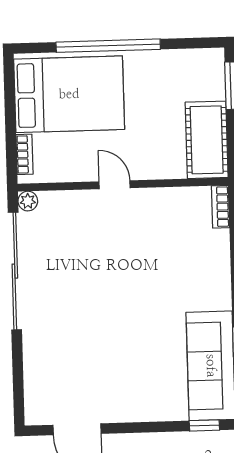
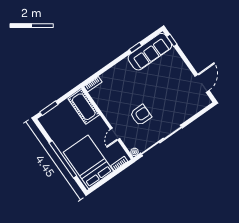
cot: (207, 140) -> (84, 107), moved, turned 90
door: (115, 185) -> (115, 134), moved
armchair: (94, 263) -> (141, 115), added

